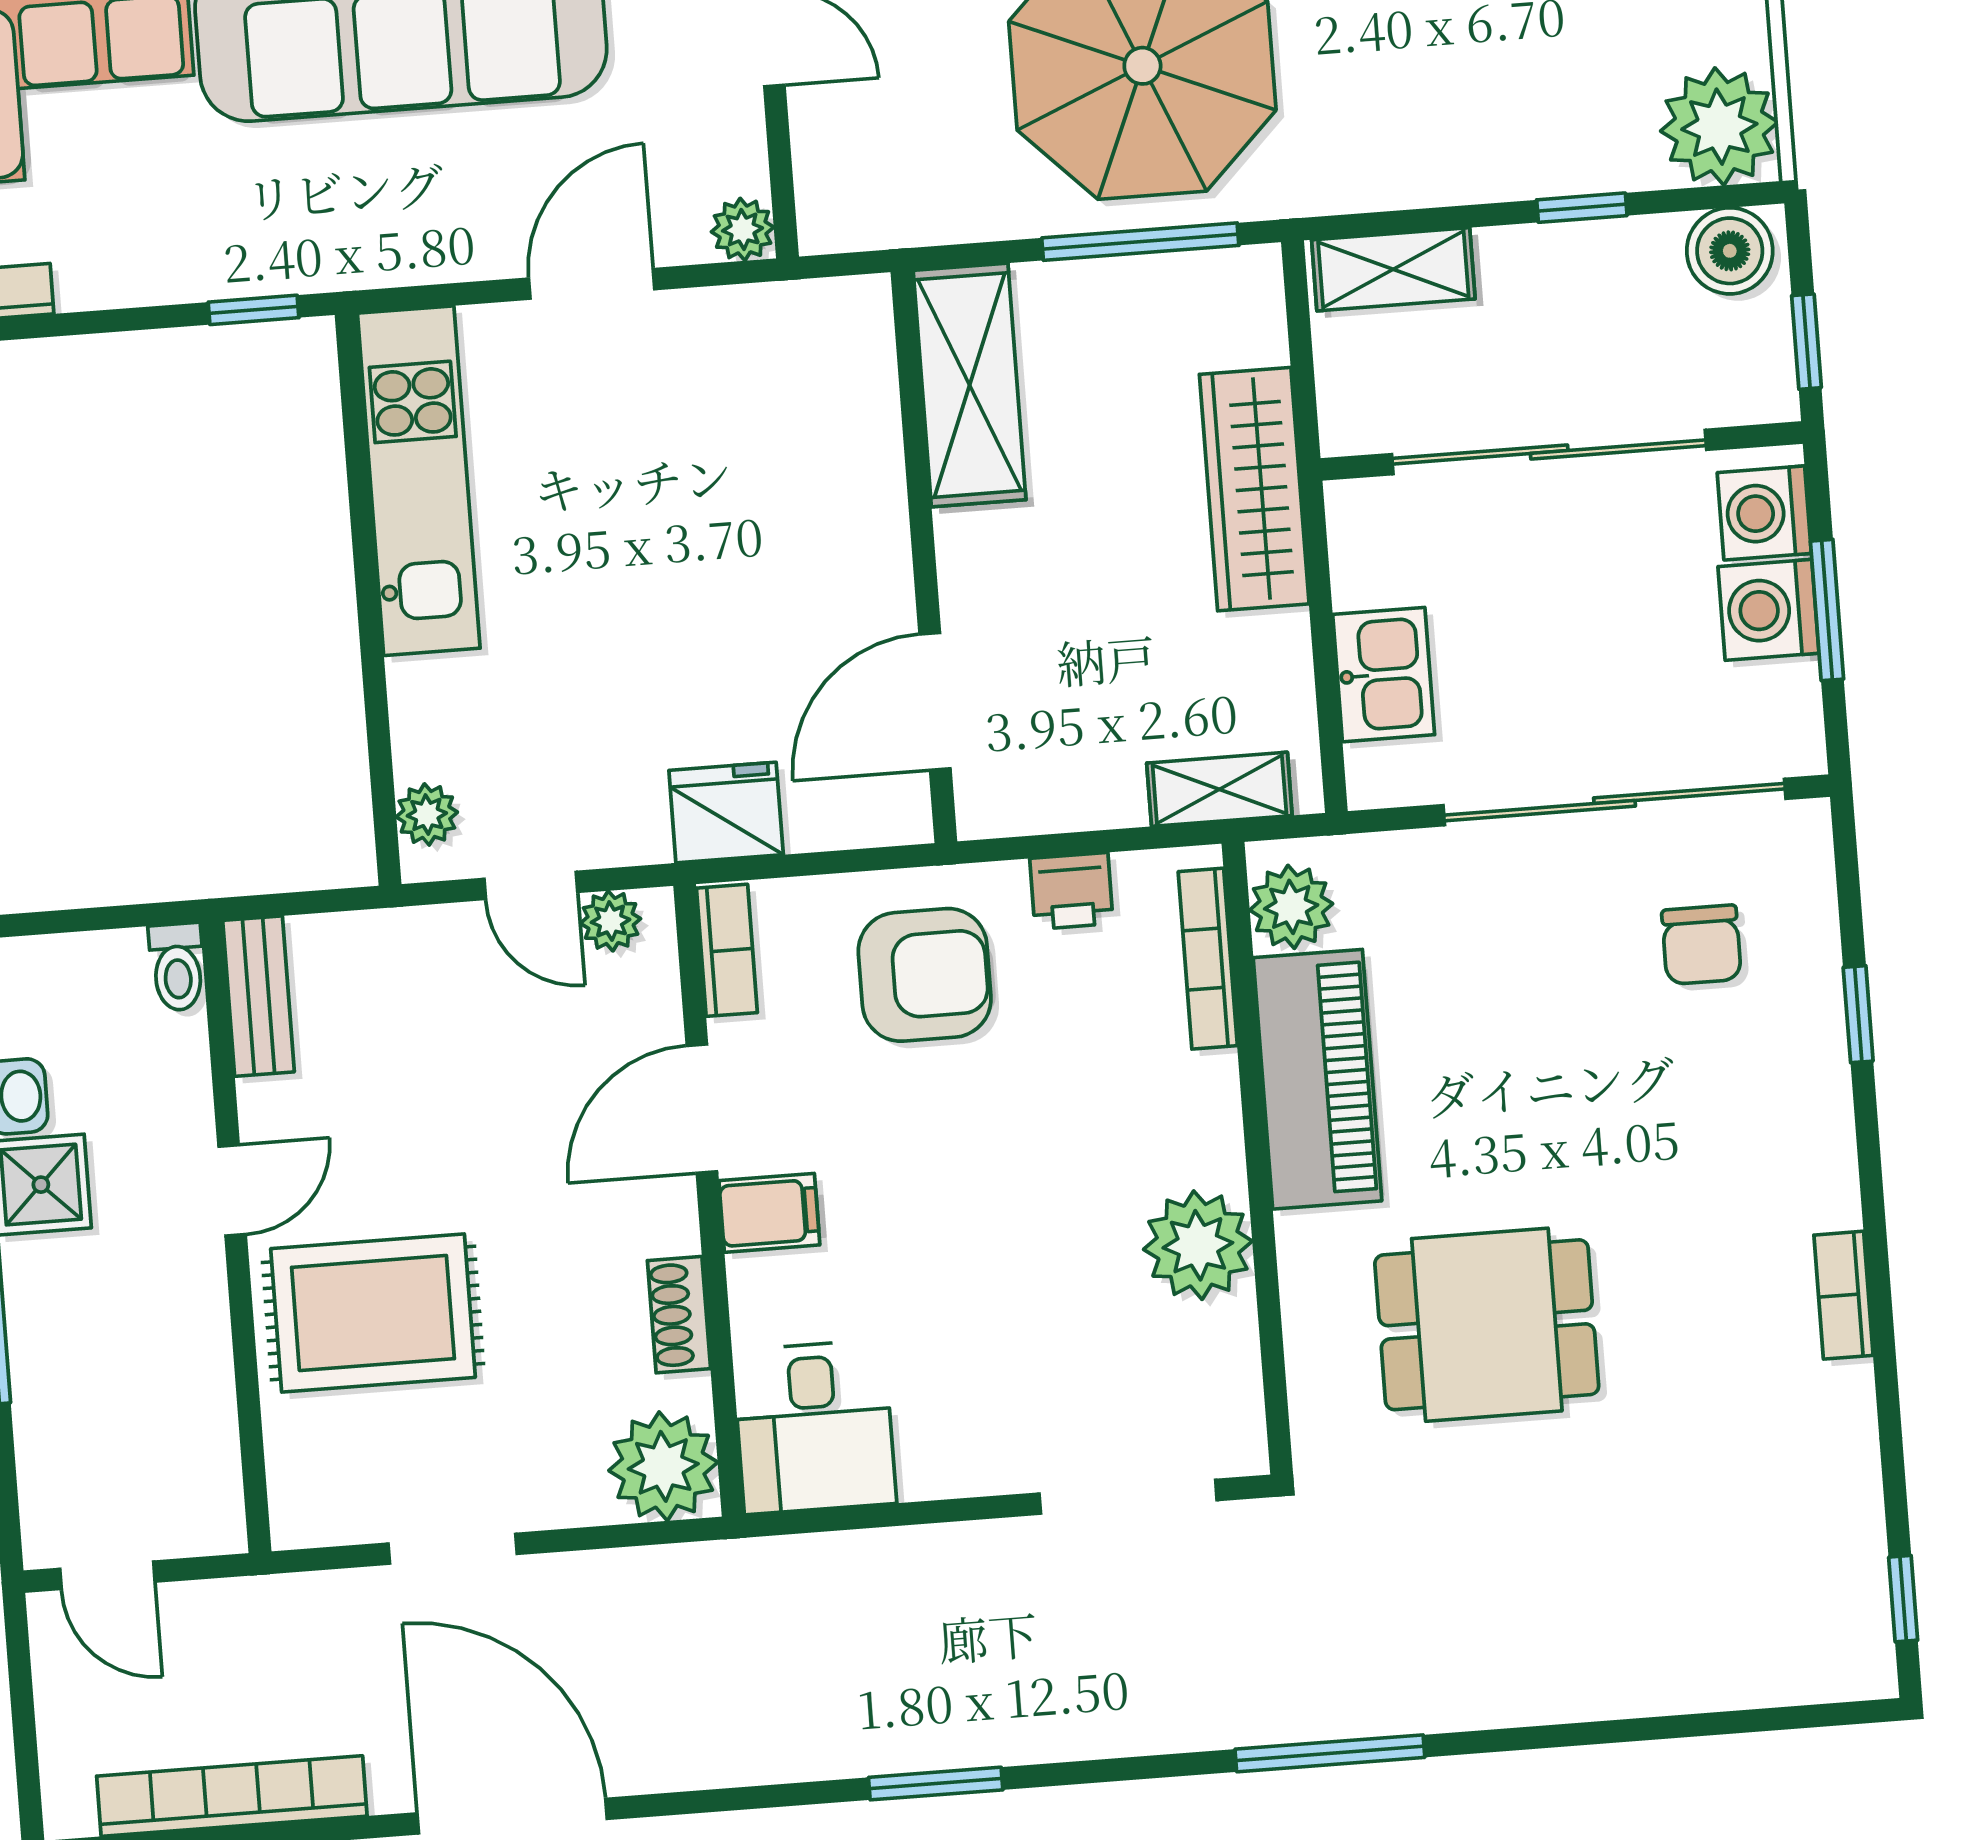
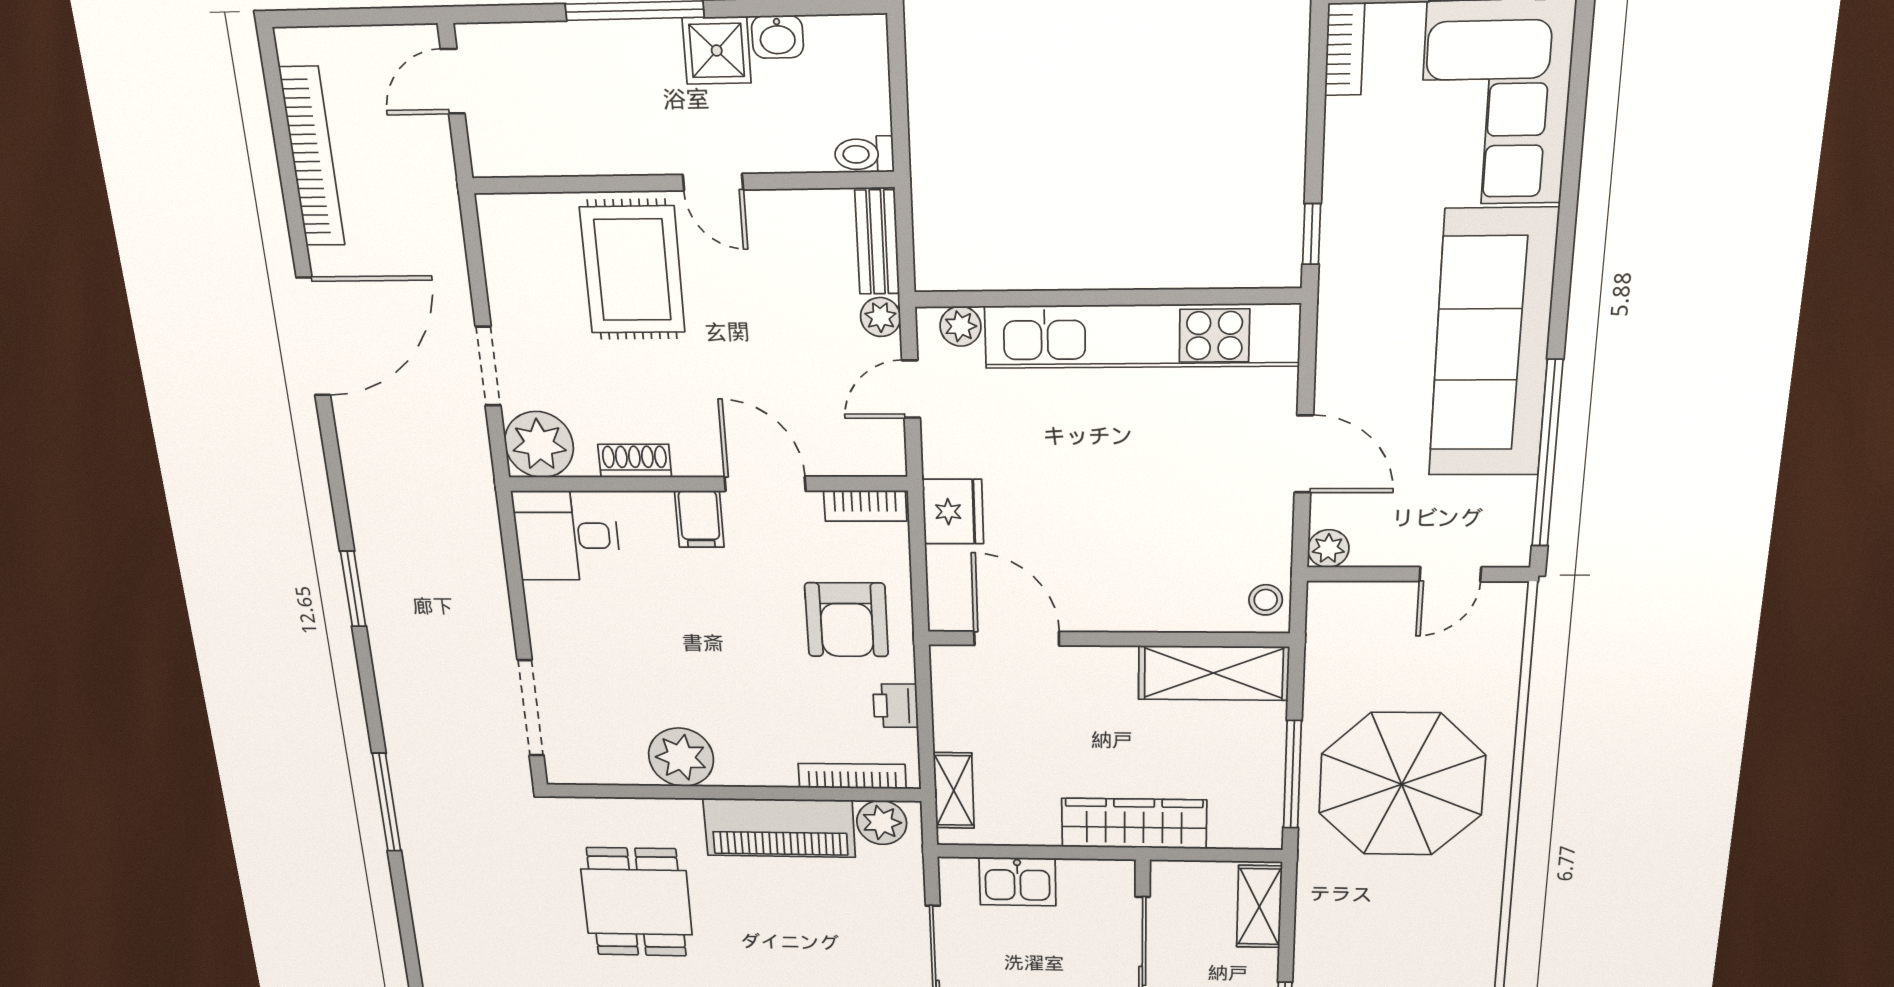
stool: (836, 316) -> (1266, 600), added
kitchen unit: (419, 481) -> (1142, 336), width x1.36
plant: (611, 921) -> (881, 317), moved
bench: (259, 996) -> (877, 242), moved, turned 90
doorway: (453, 1549) -> (488, 366), moved

